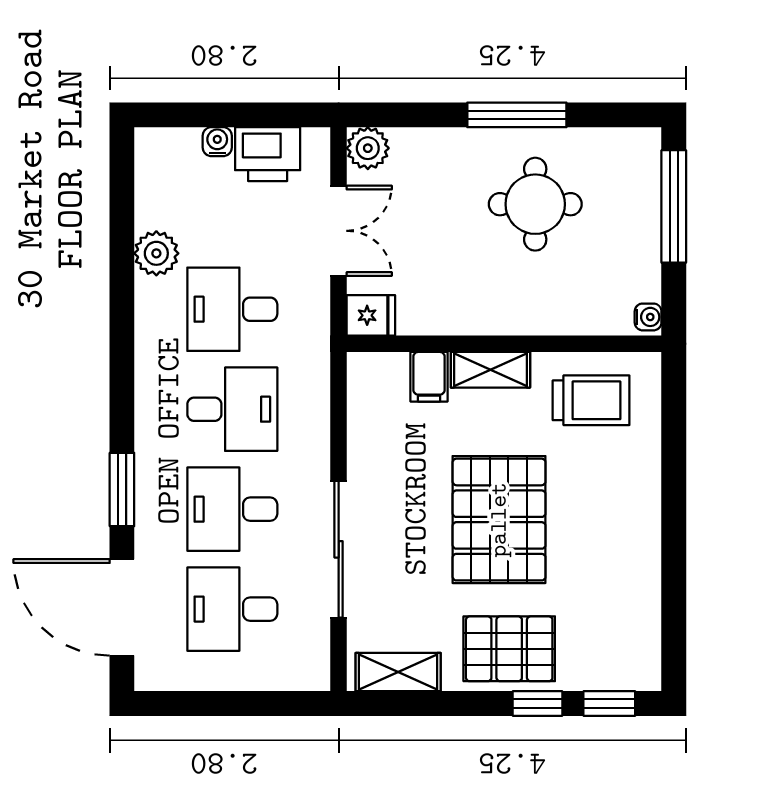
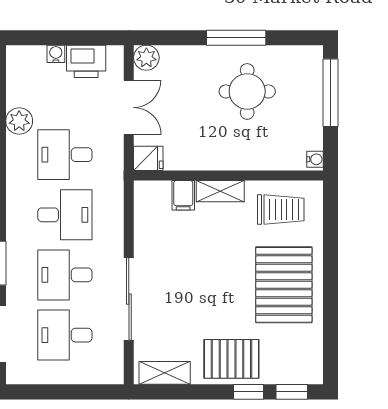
pallet: (499, 520) -> (284, 285), moved

